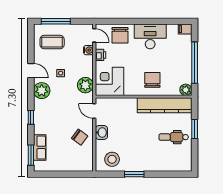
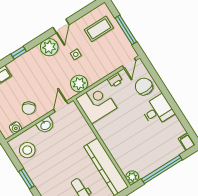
window: (56, 21) -> (126, 30), moved
chair: (120, 35) -> (144, 86), turned 88
desk: (150, 36) -> (158, 110), width x0.73
coffee table: (52, 42) -> (99, 29), turned 90
water cooler: (88, 50) -> (15, 128), moved
chair: (152, 80) -> (122, 141), removed

